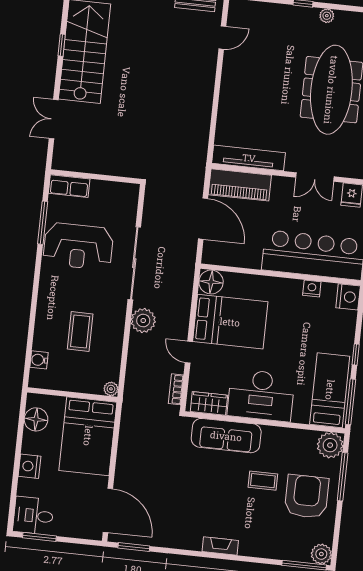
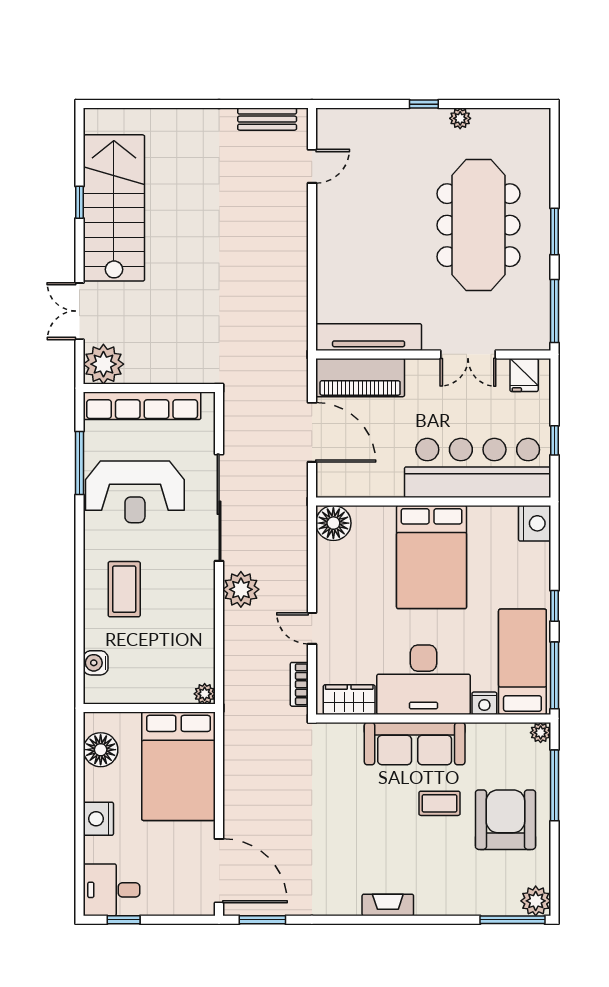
plant: (66, 157) -> (103, 364), added
row of seats: (69, 186) -> (142, 406), width x2.02
nightstand: (312, 288) -> (484, 703), moved, turned 180
bed: (230, 322) -> (432, 557), moved, turned 90
coffee table: (80, 331) -> (124, 589), moved
sofa: (226, 436) -> (415, 744), moved
plant: (330, 445) -> (541, 733), width x0.53, depth x0.53
window: (39, 537) -> (124, 920), width x0.67

